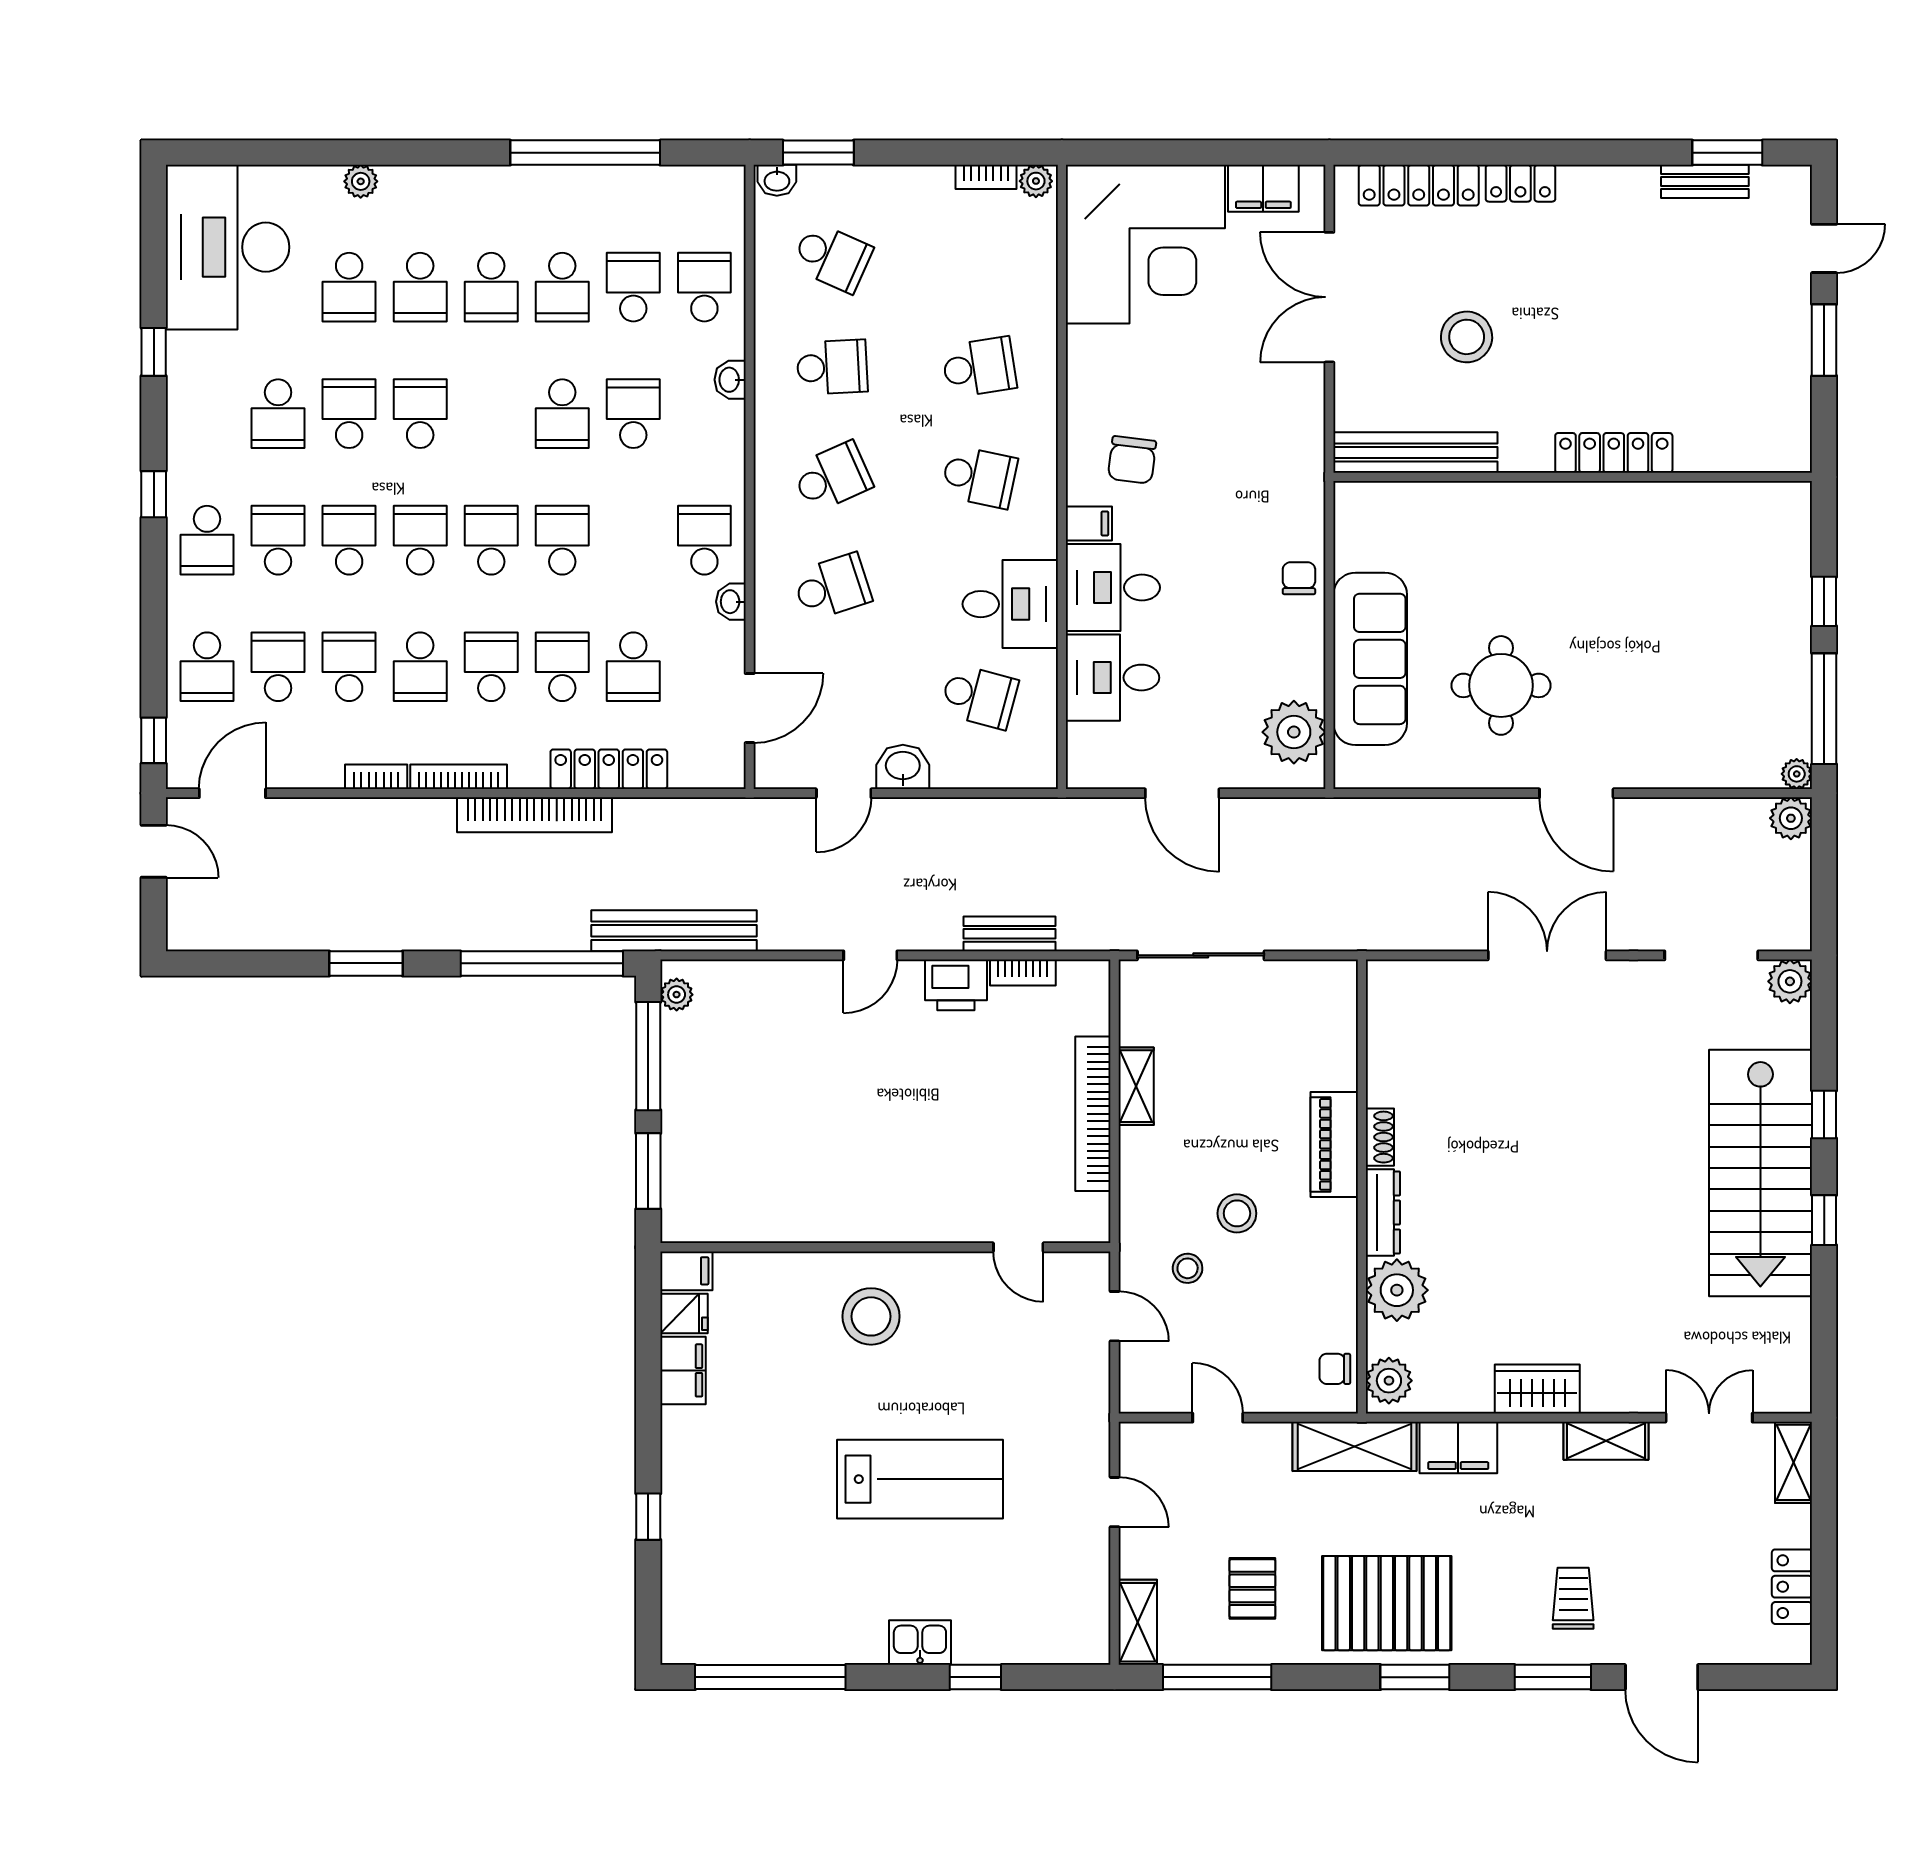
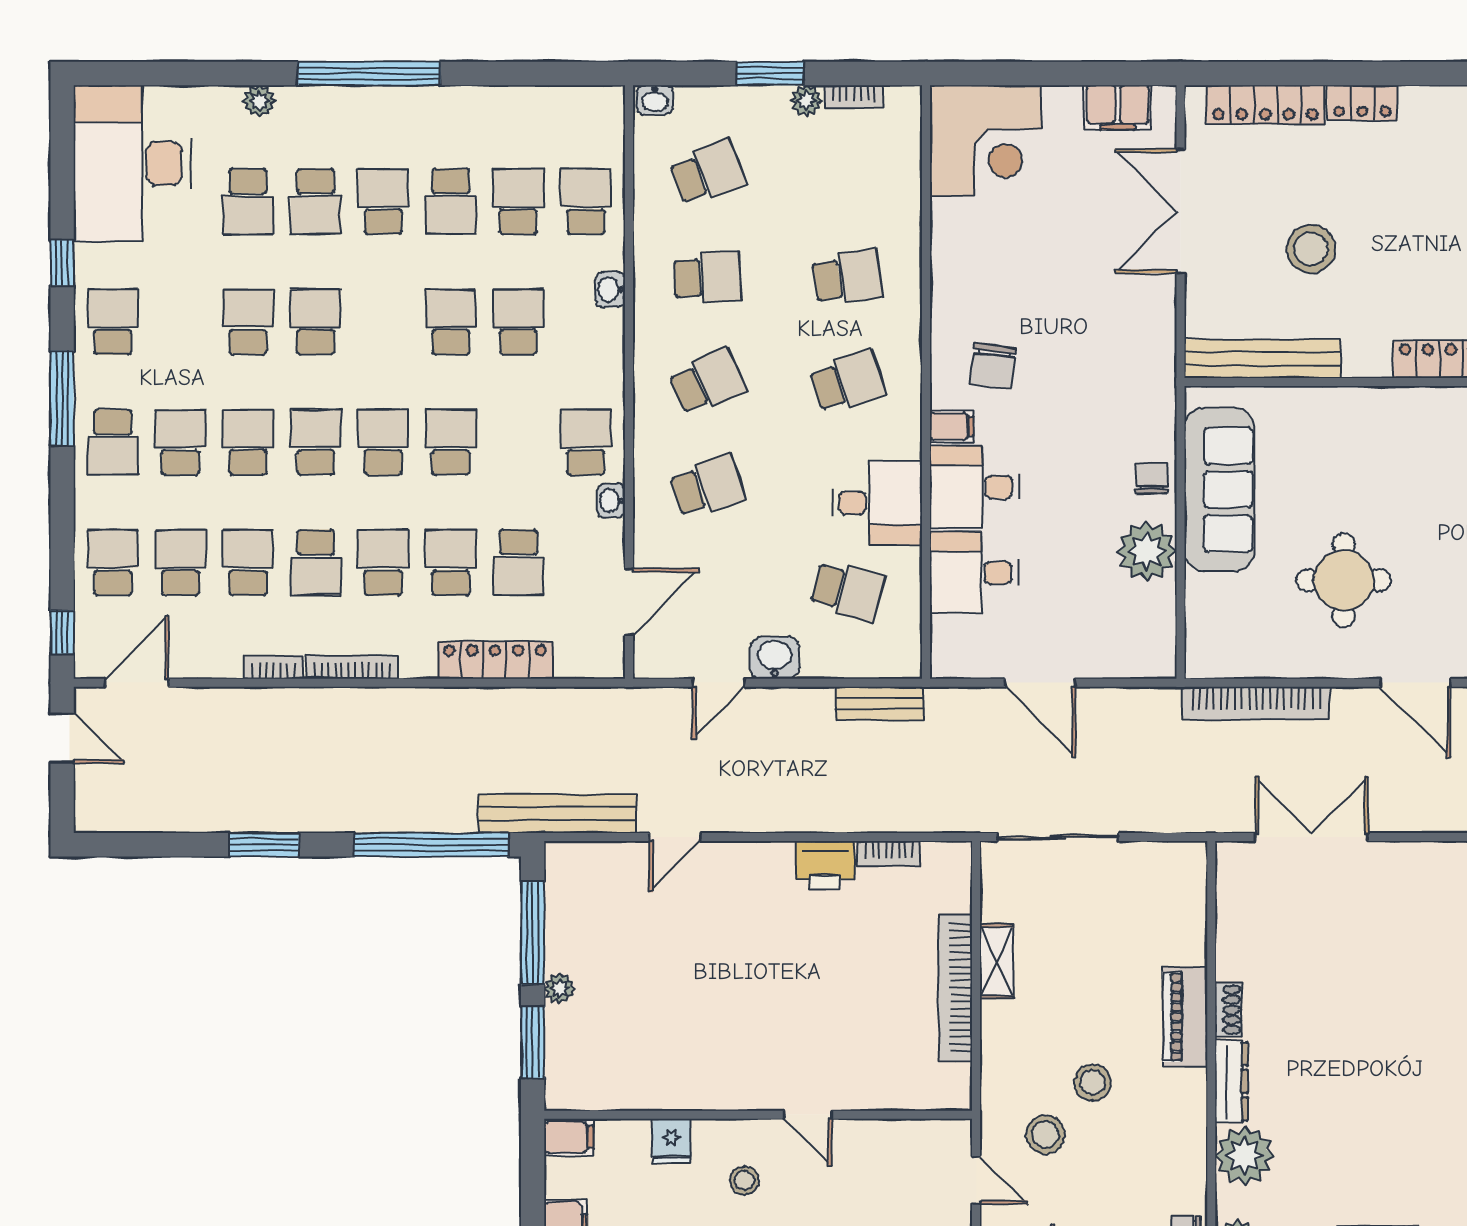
window: (585, 153) -> (369, 73), moved
window: (818, 153) -> (770, 73), moved
plant: (1036, 181) -> (806, 101), moved
corner desk: (1145, 244) -> (985, 141), width x0.74, depth x0.74
school desk: (832, 257) -> (708, 173), turned -45
school desk: (491, 287) -> (383, 201), turned 180
school desk: (278, 414) -> (113, 322), moved, turned 180
school desk: (562, 414) -> (451, 322), turned 180
school desk: (979, 477) -> (847, 382), turned -30
window: (154, 494) -> (62, 398), width x2.17
sofa: (1370, 659) -> (1219, 490), moved
school desk: (207, 667) -> (113, 562), turned 180
plant: (1294, 732) -> (1147, 551), moved
bookcase: (534, 815) -> (1256, 703), moved
bench: (1009, 934) -> (879, 703), moved
door: (870, 955) -> (675, 837), moved
double door: (1547, 955) -> (1312, 837), moved
plant: (677, 995) -> (559, 988), moved
door: (1018, 1247) -> (808, 1115), moved
stool: (1188, 1268) -> (1045, 1135), width x1.37, depth x1.37
fridge: (684, 1313) -> (671, 1141), moved, turned 90
stool: (871, 1316) -> (744, 1180), width x0.53, depth x0.53

